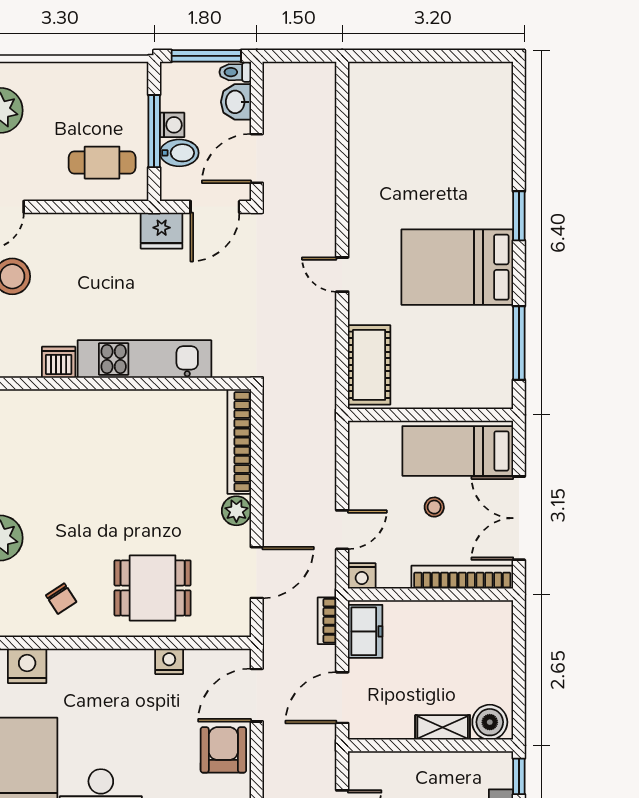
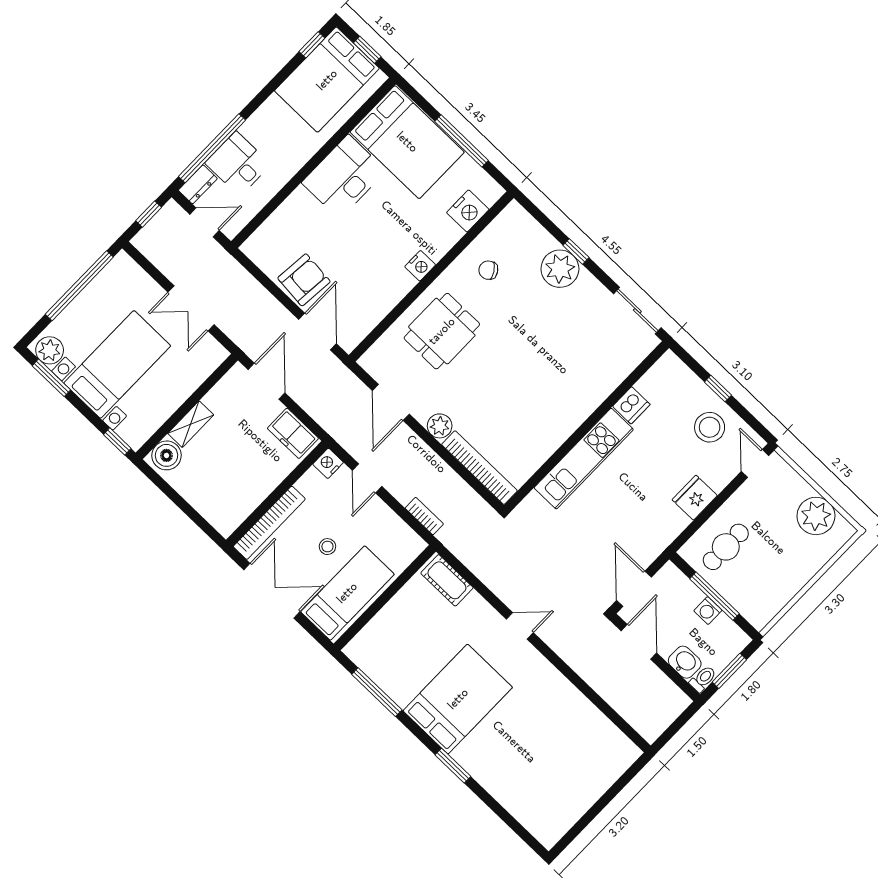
window: (206, 56) -> (729, 671), width x0.69
bidet: (179, 153) -> (687, 599), removed
fridge: (162, 231) -> (695, 498), moved
cot: (369, 365) -> (447, 580), width x0.73, depth x0.75
bookcase: (327, 621) -> (424, 516), moved
nightstand: (169, 661) -> (420, 266), moved
armchair: (223, 750) -> (304, 280), turned -85

